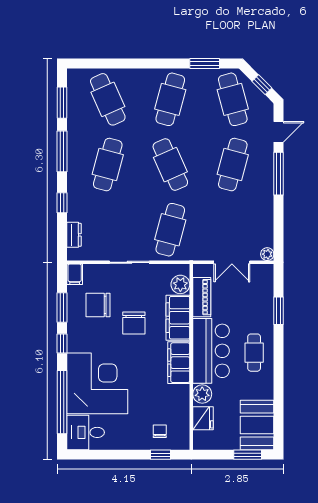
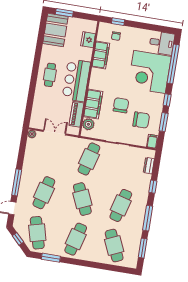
window: (279, 311) -> (31, 98), removed
filing cabinet: (179, 363) -> (101, 55), moved
plant: (202, 394) -> (86, 55), removed

